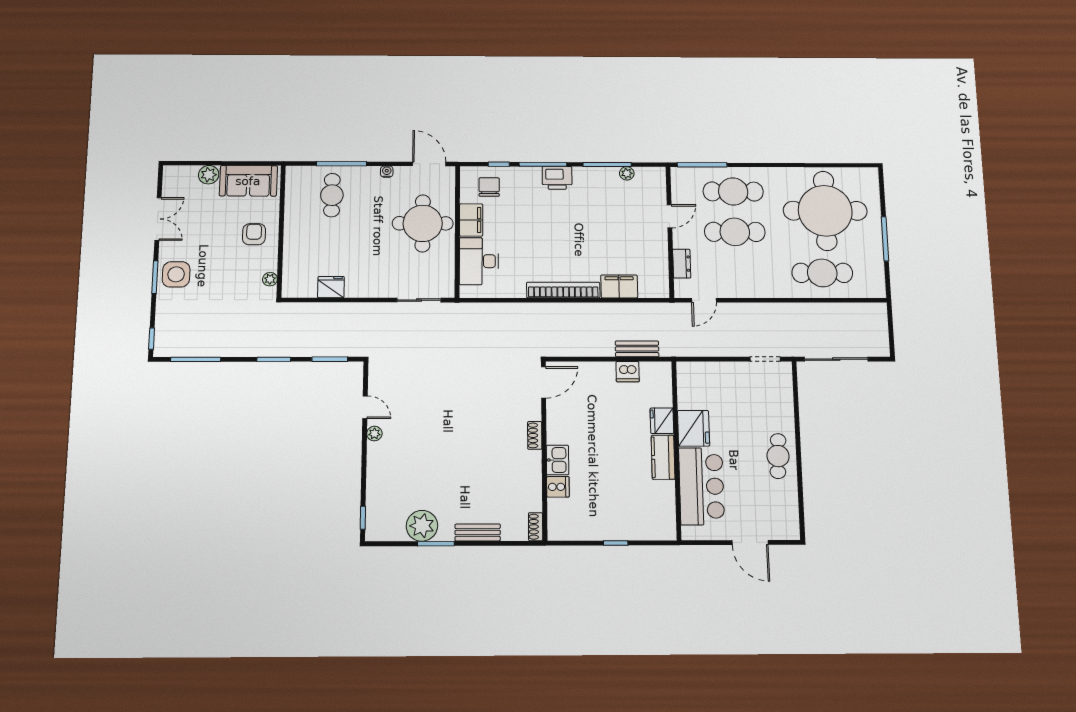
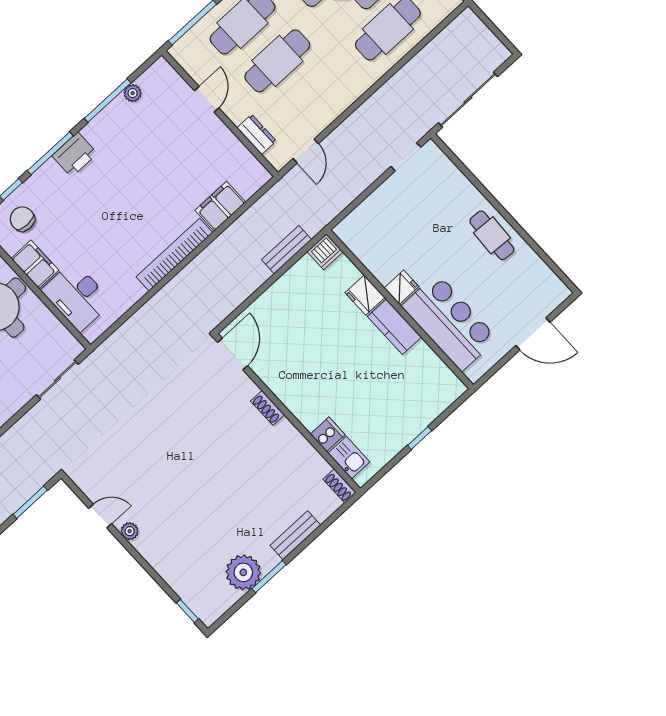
dishwasher: (628, 372) -> (325, 252), moved
fridge: (693, 428) -> (401, 287), width x0.53, depth x0.75
kitchen sink: (558, 460) -> (349, 458), moved

